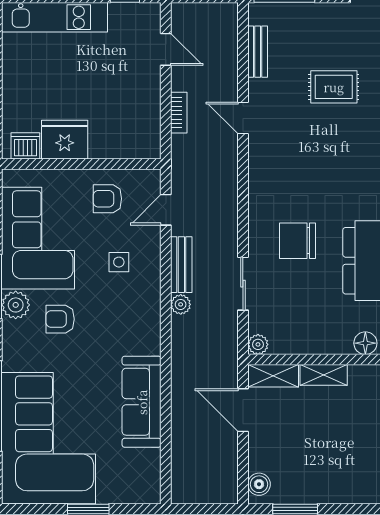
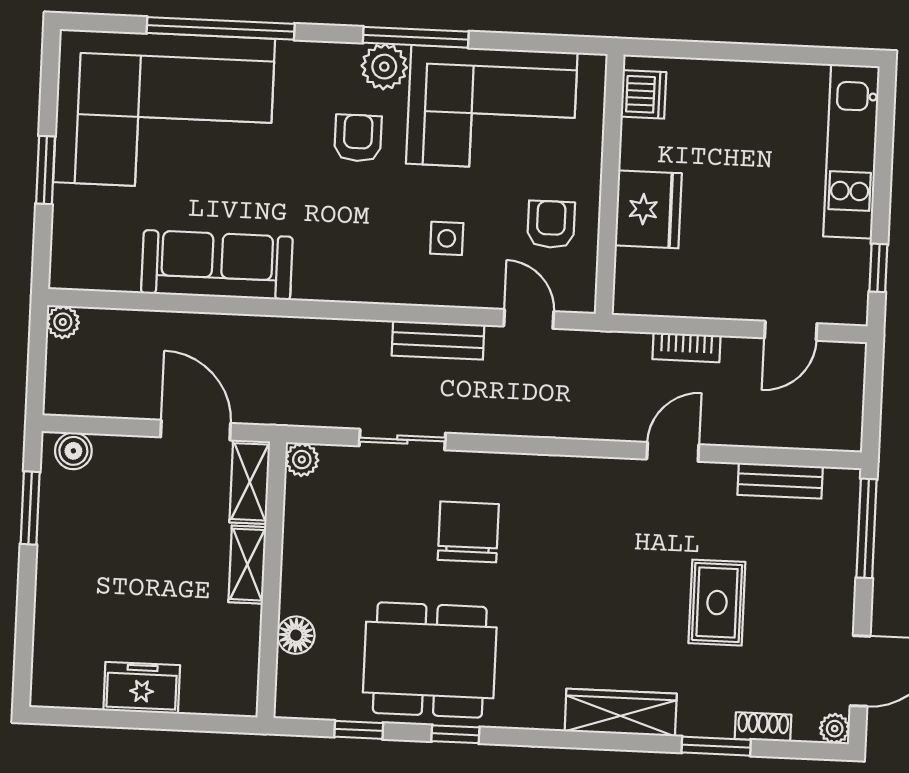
fridge: (65, 140) -> (648, 209), moved
plant: (181, 304) -> (63, 322), moved
door: (243, 410) -> (196, 430), hinge flipped

